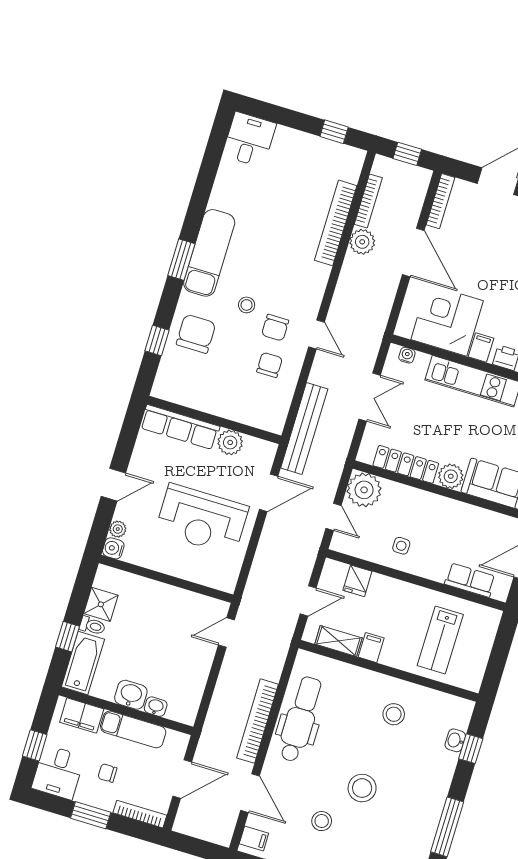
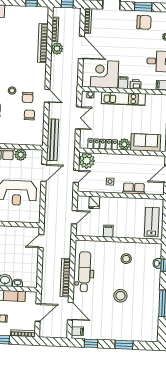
door: (333, 517) -> (76, 176), hinge flipped
row of seats: (470, 580) -> (134, 189), moved
lab bench: (440, 640) -> (152, 222), moved, turned 180
shelving: (338, 641) -> (93, 232), removed
stool: (322, 821) -> (106, 315), removed

